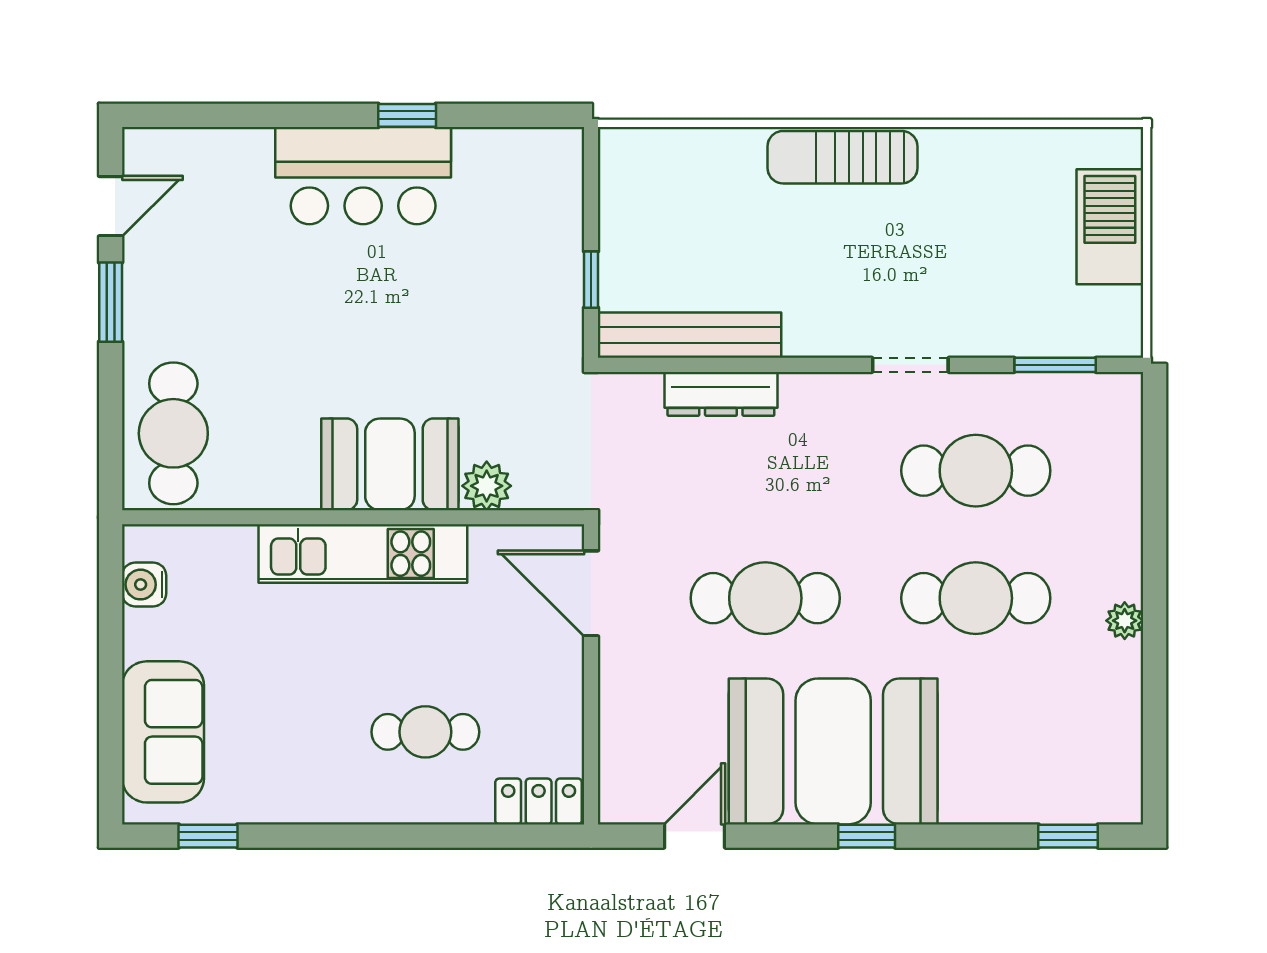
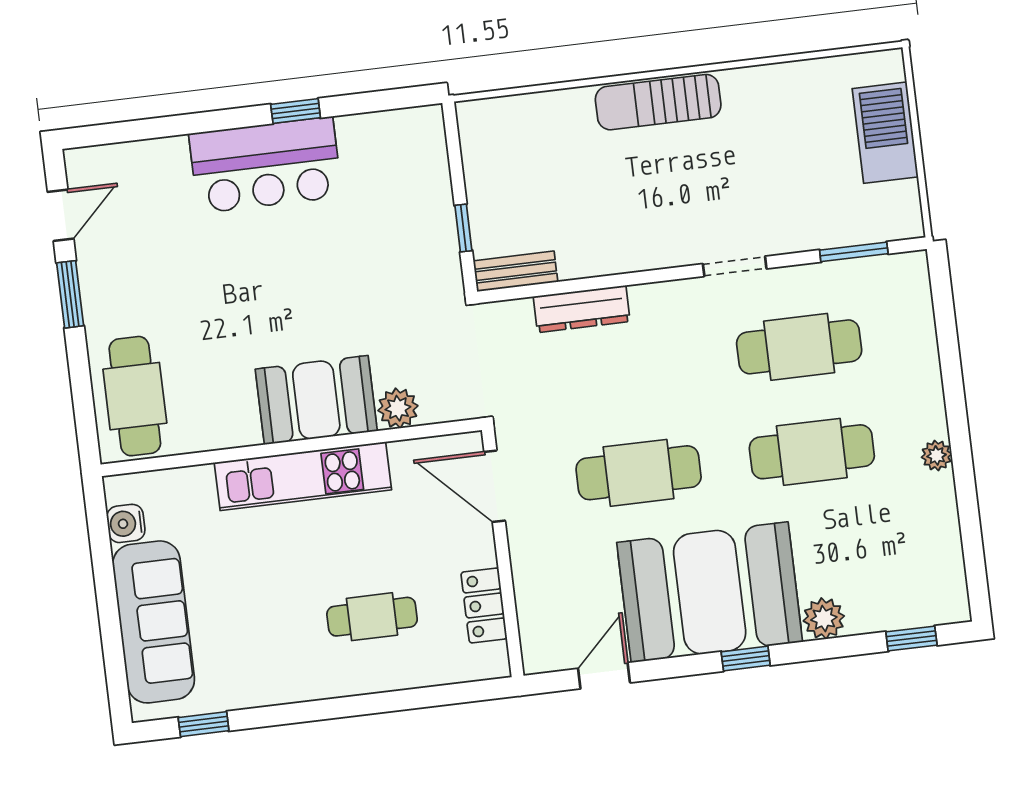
bench: (690, 335) -> (515, 271), width x0.54, depth x0.82
sofa: (163, 732) -> (154, 622), width x1.36
plant: (966, 799) -> (824, 618), added
locker: (539, 801) -> (484, 605), moved, turned -90

